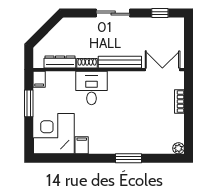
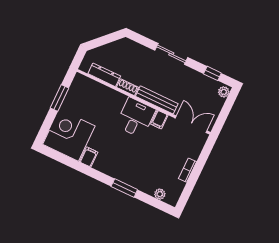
plant: (178, 25) -> (224, 92), added
filing cabinet: (39, 79) -> (159, 120), moved
desk: (92, 88) -> (136, 118), moved
bookcase: (179, 102) -> (188, 170), moved
plant: (178, 148) -> (160, 194), moved

